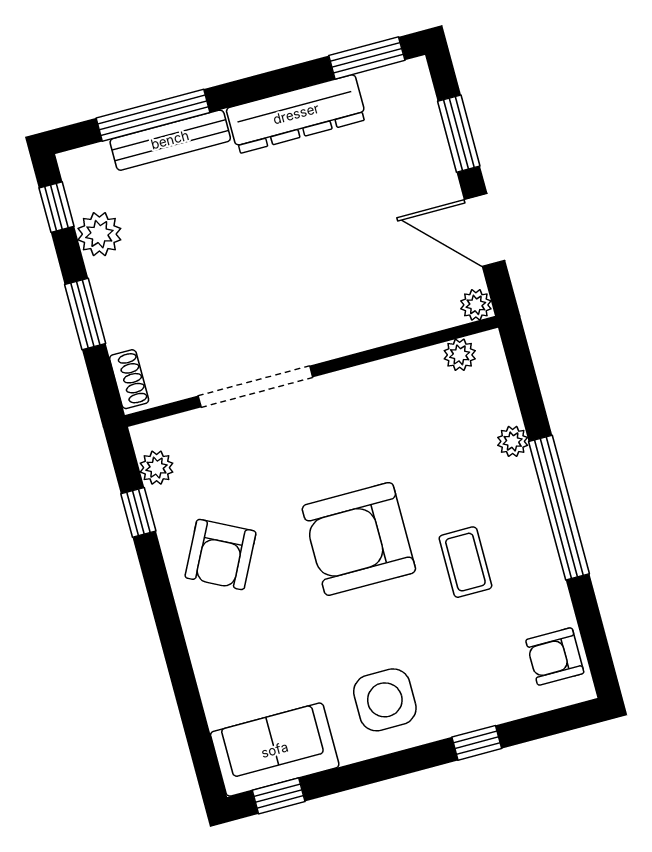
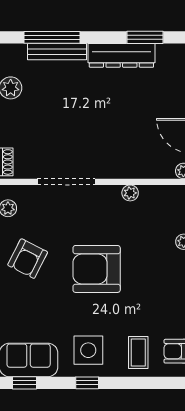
window: (367, 58) -> (145, 37), moved
plant: (460, 355) -> (130, 193), moved
coffee table: (465, 562) -> (138, 353), moved
window: (477, 743) -> (87, 383), moved

